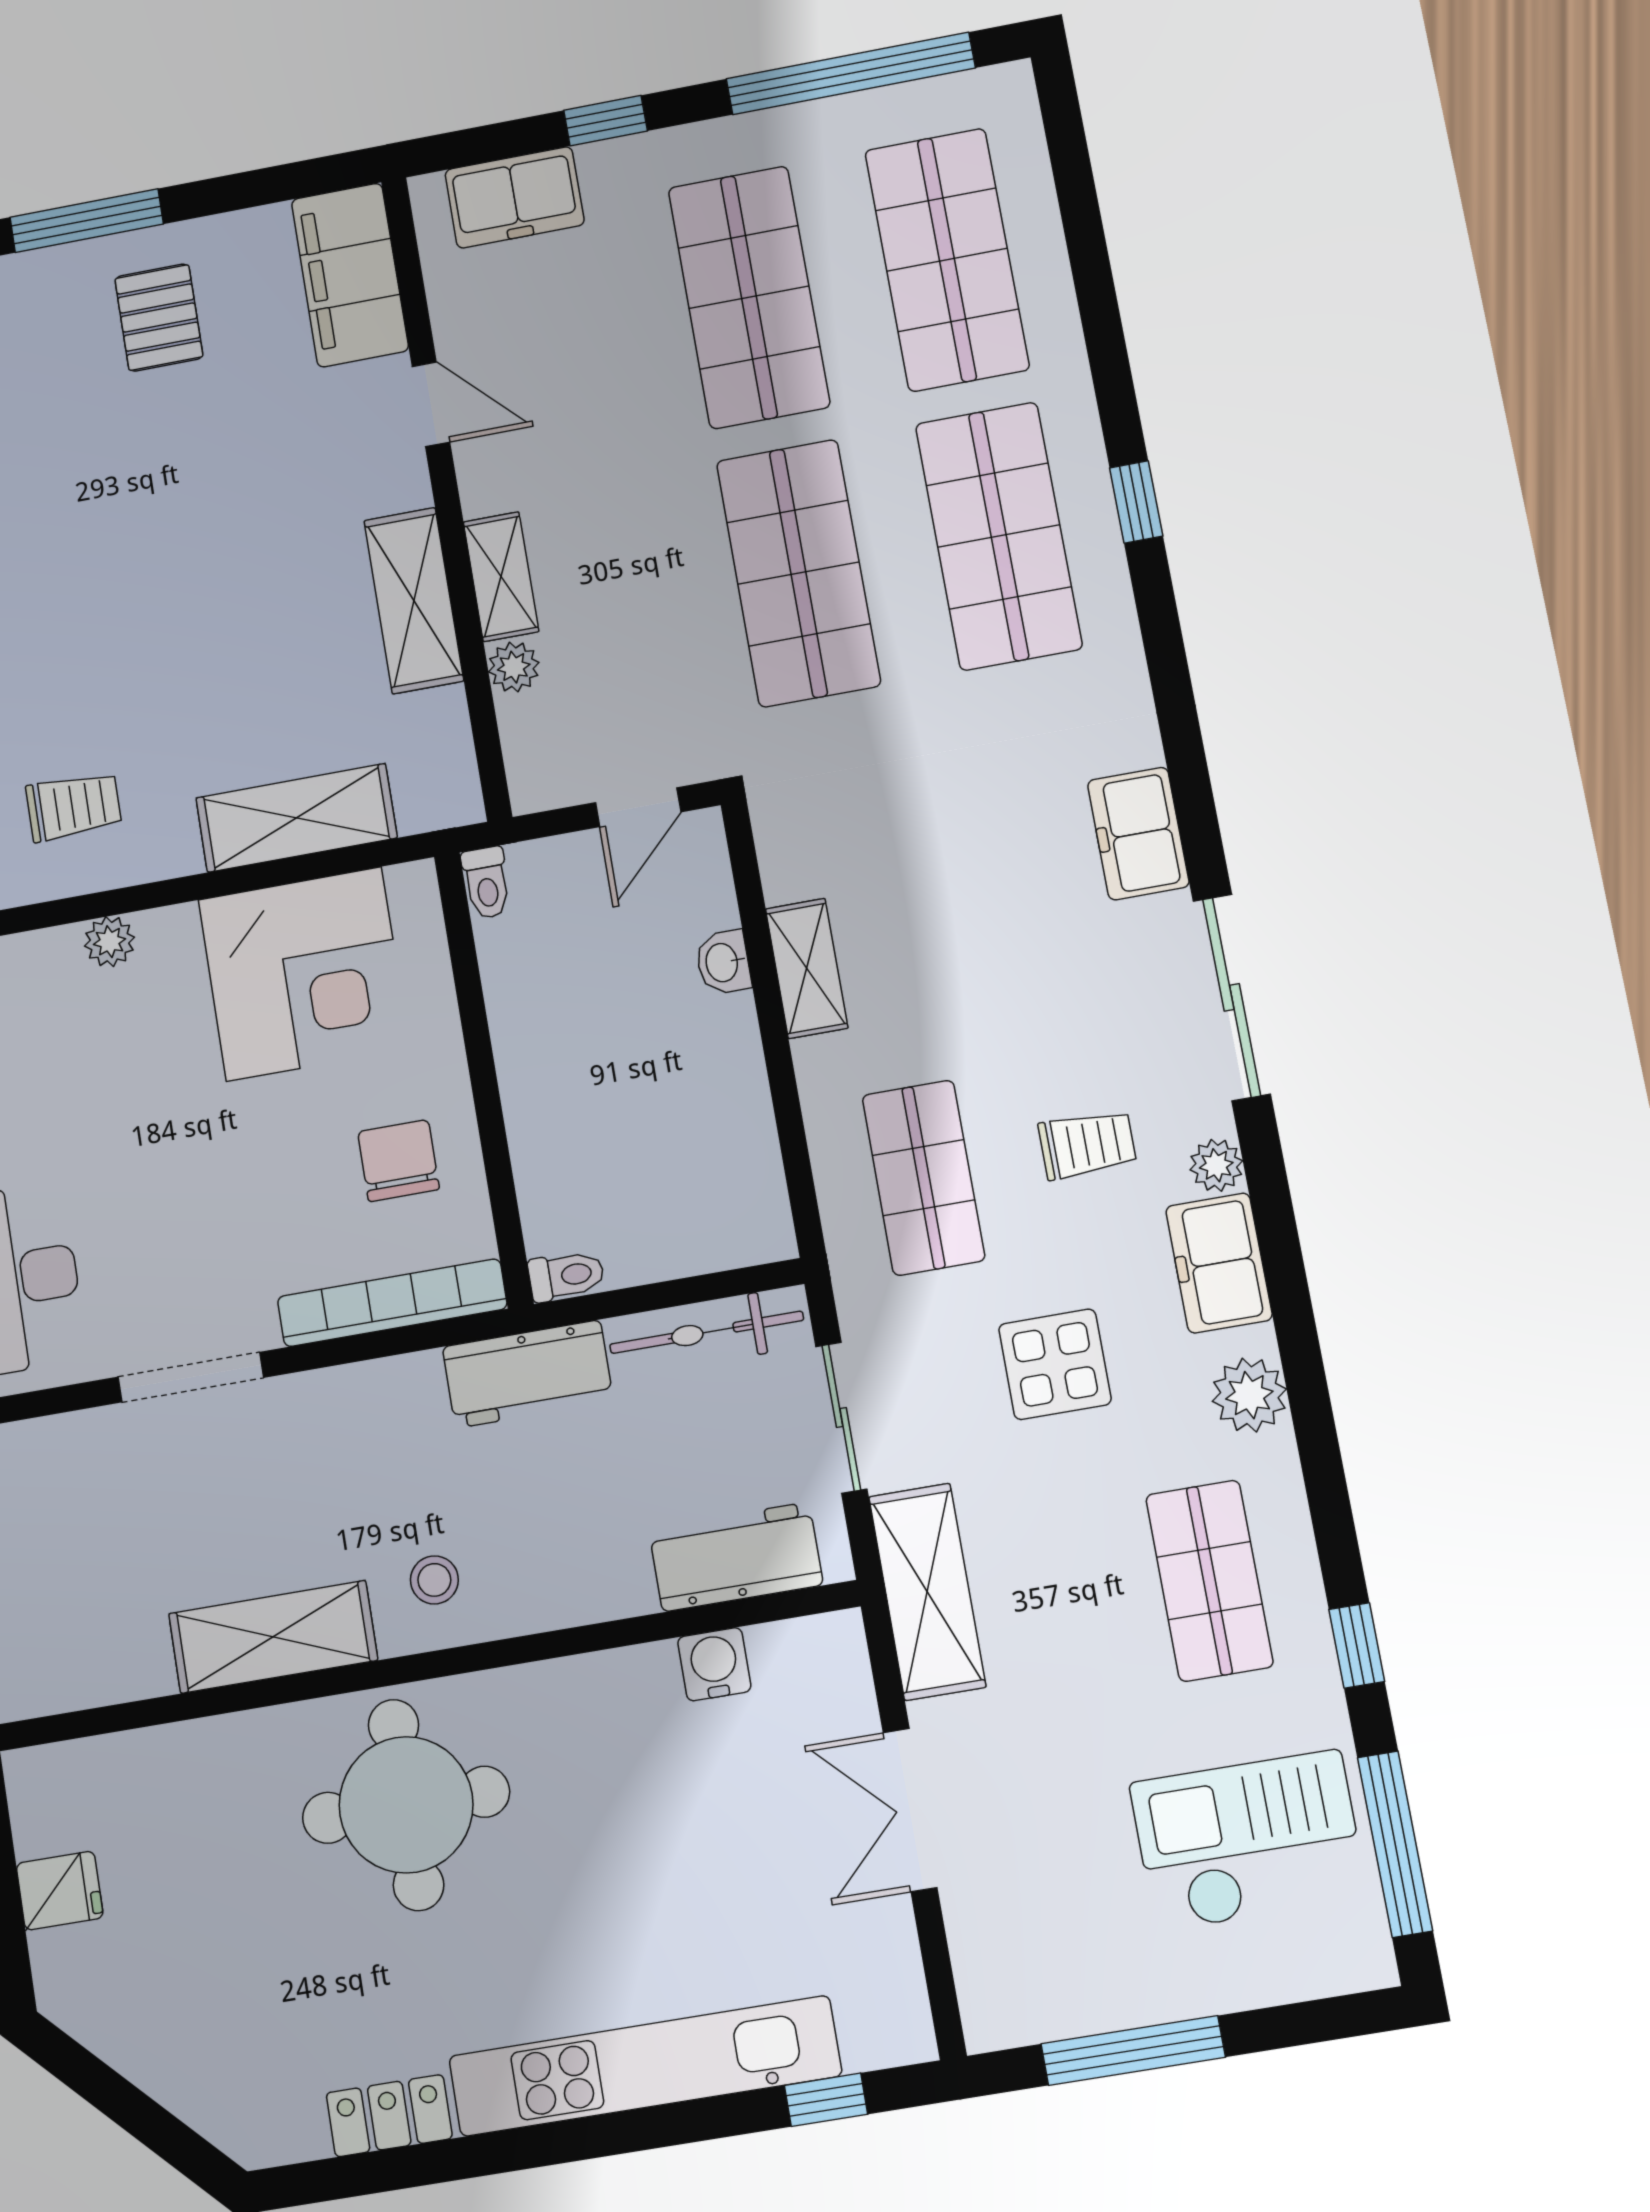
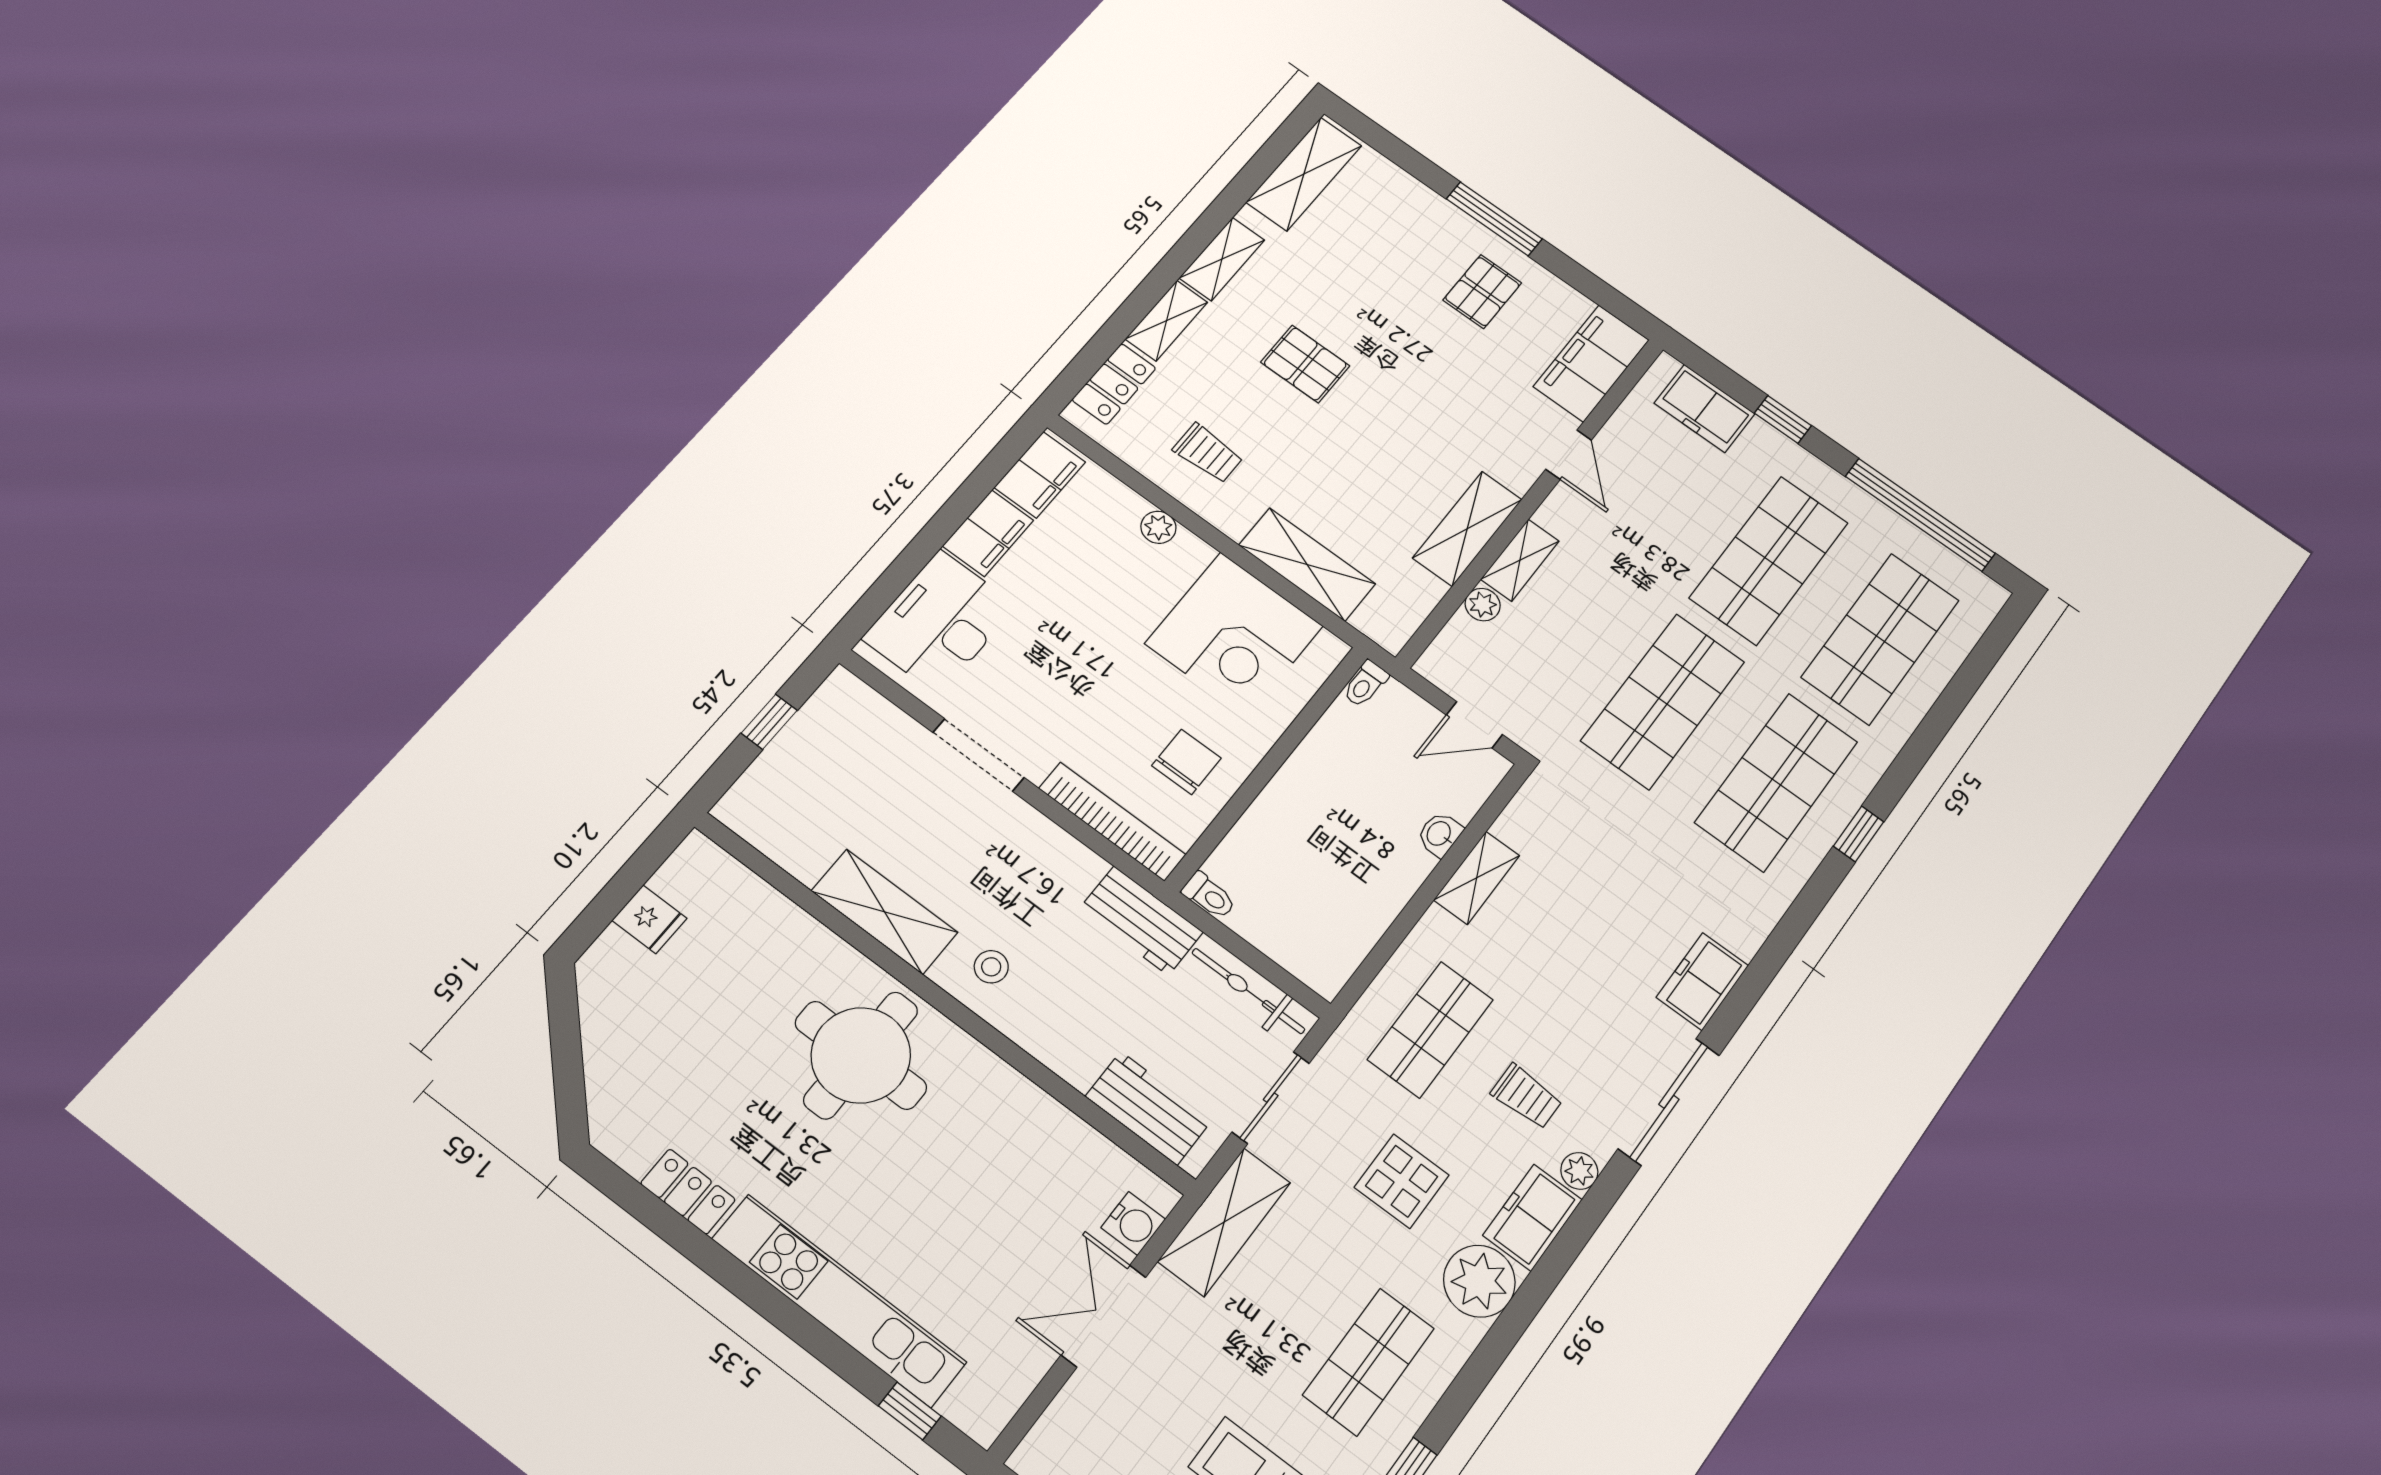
pallet: (67, 599) -> (1305, 364), added
plant: (1249, 1395) -> (1479, 1281), width x1.36, depth x1.36
water cooler: (714, 1664) -> (1133, 1223), moved, turned 90

